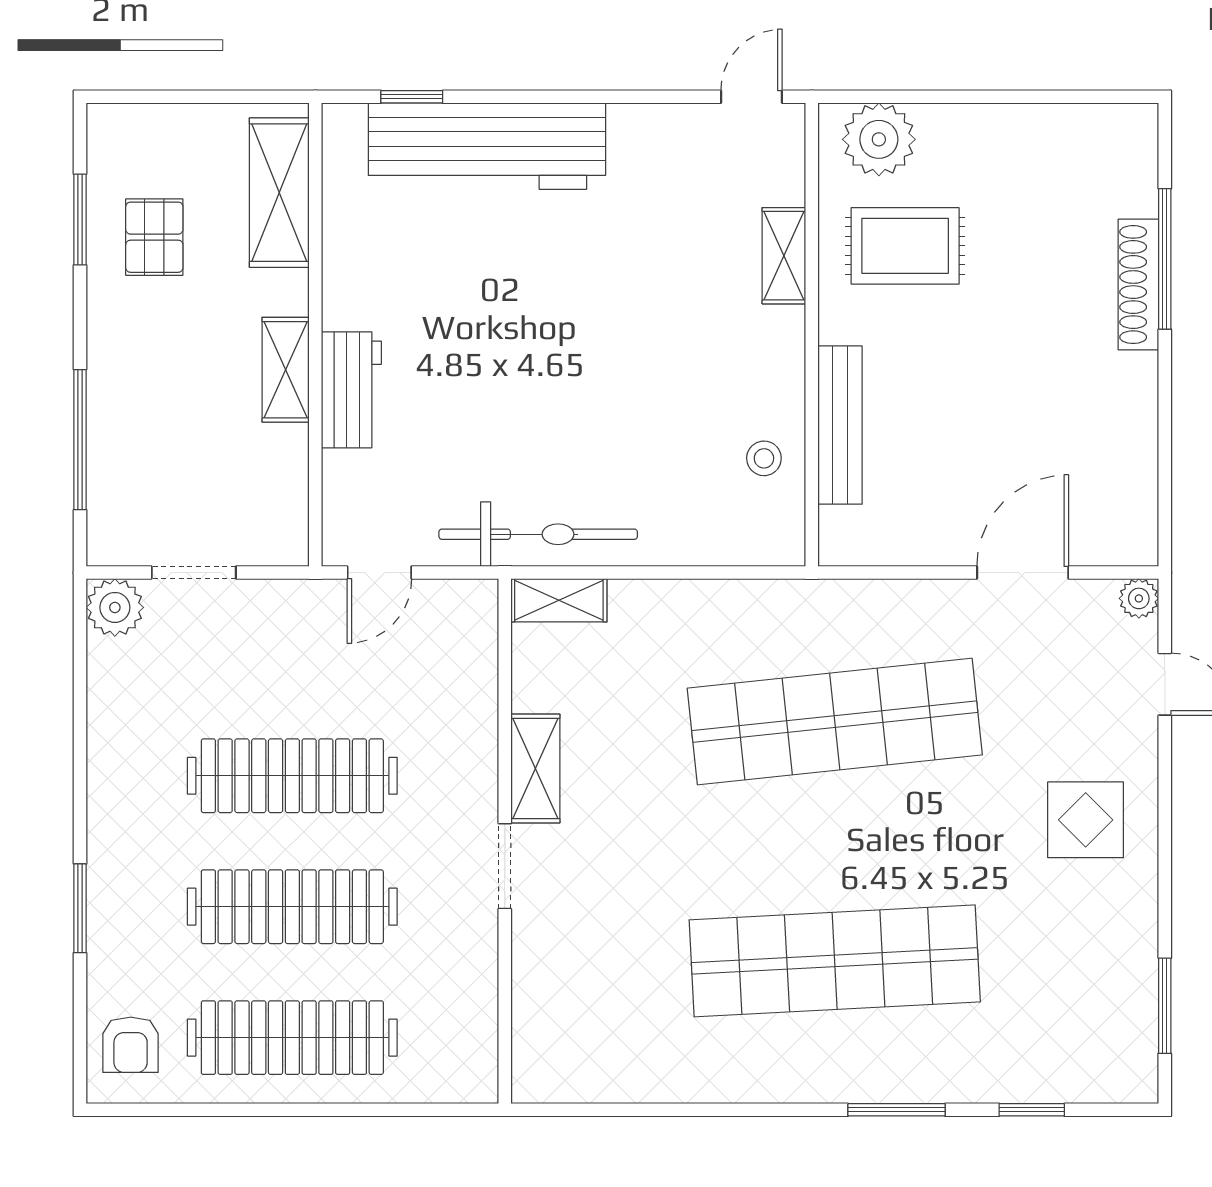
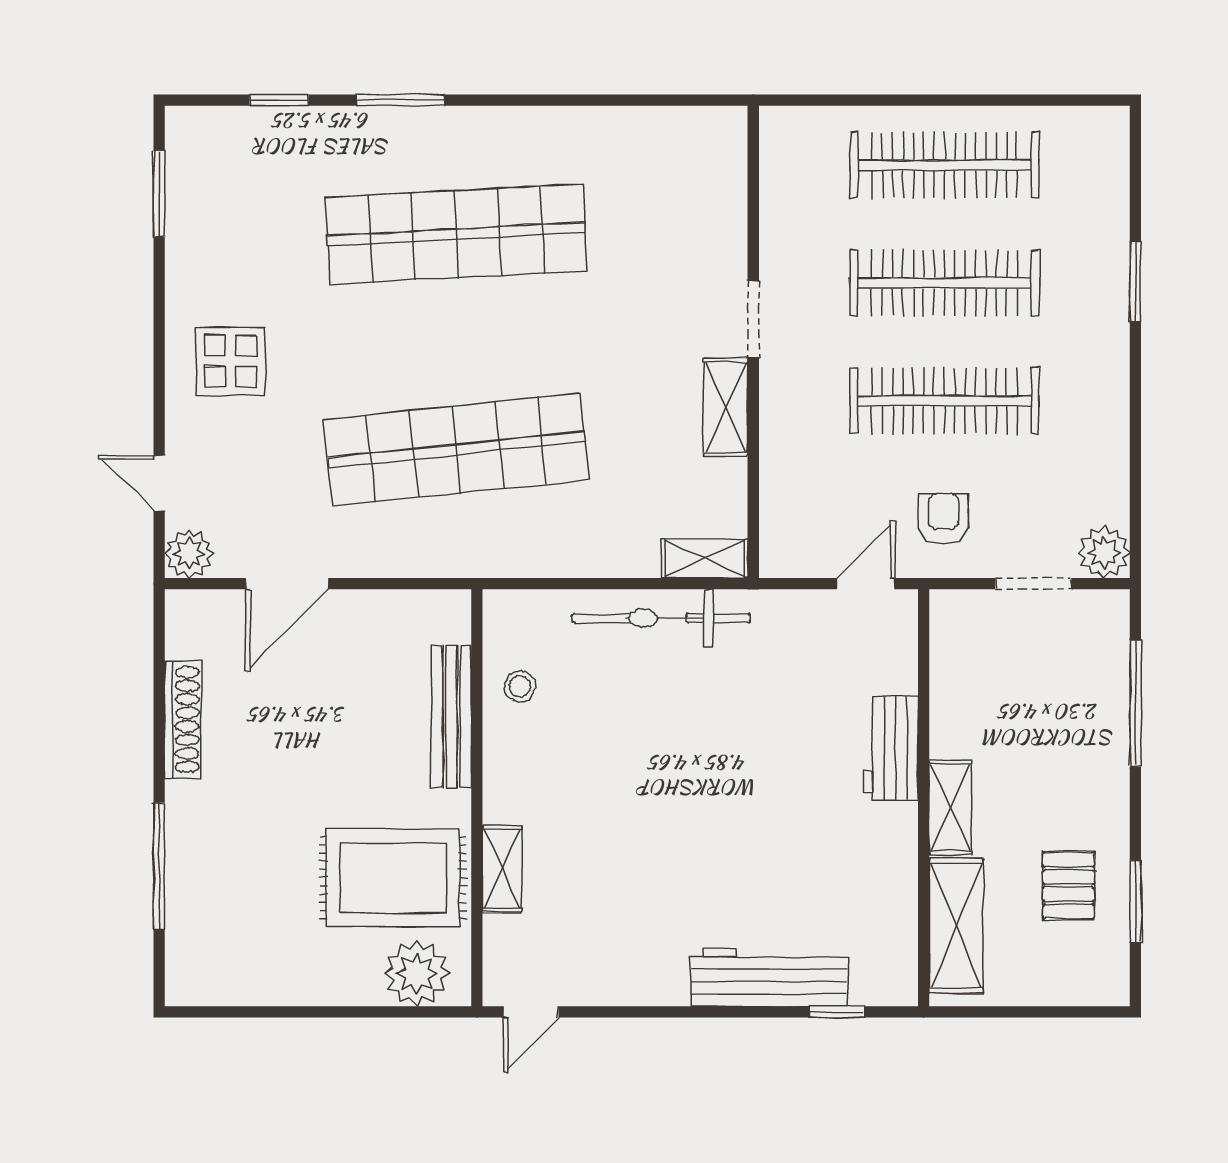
workbench: (487, 146) -> (769, 977), width x0.73, depth x0.76
rug: (905, 246) -> (393, 878), width x1.36, depth x1.43
shoe rack: (1138, 285) -> (183, 719), moved
shelving: (286, 370) -> (950, 807), moved
bicycle: (538, 534) -> (661, 618), moved
plant: (1139, 598) -> (189, 554), width x1.38, depth x1.38
armchair: (131, 1045) -> (943, 519), moved

